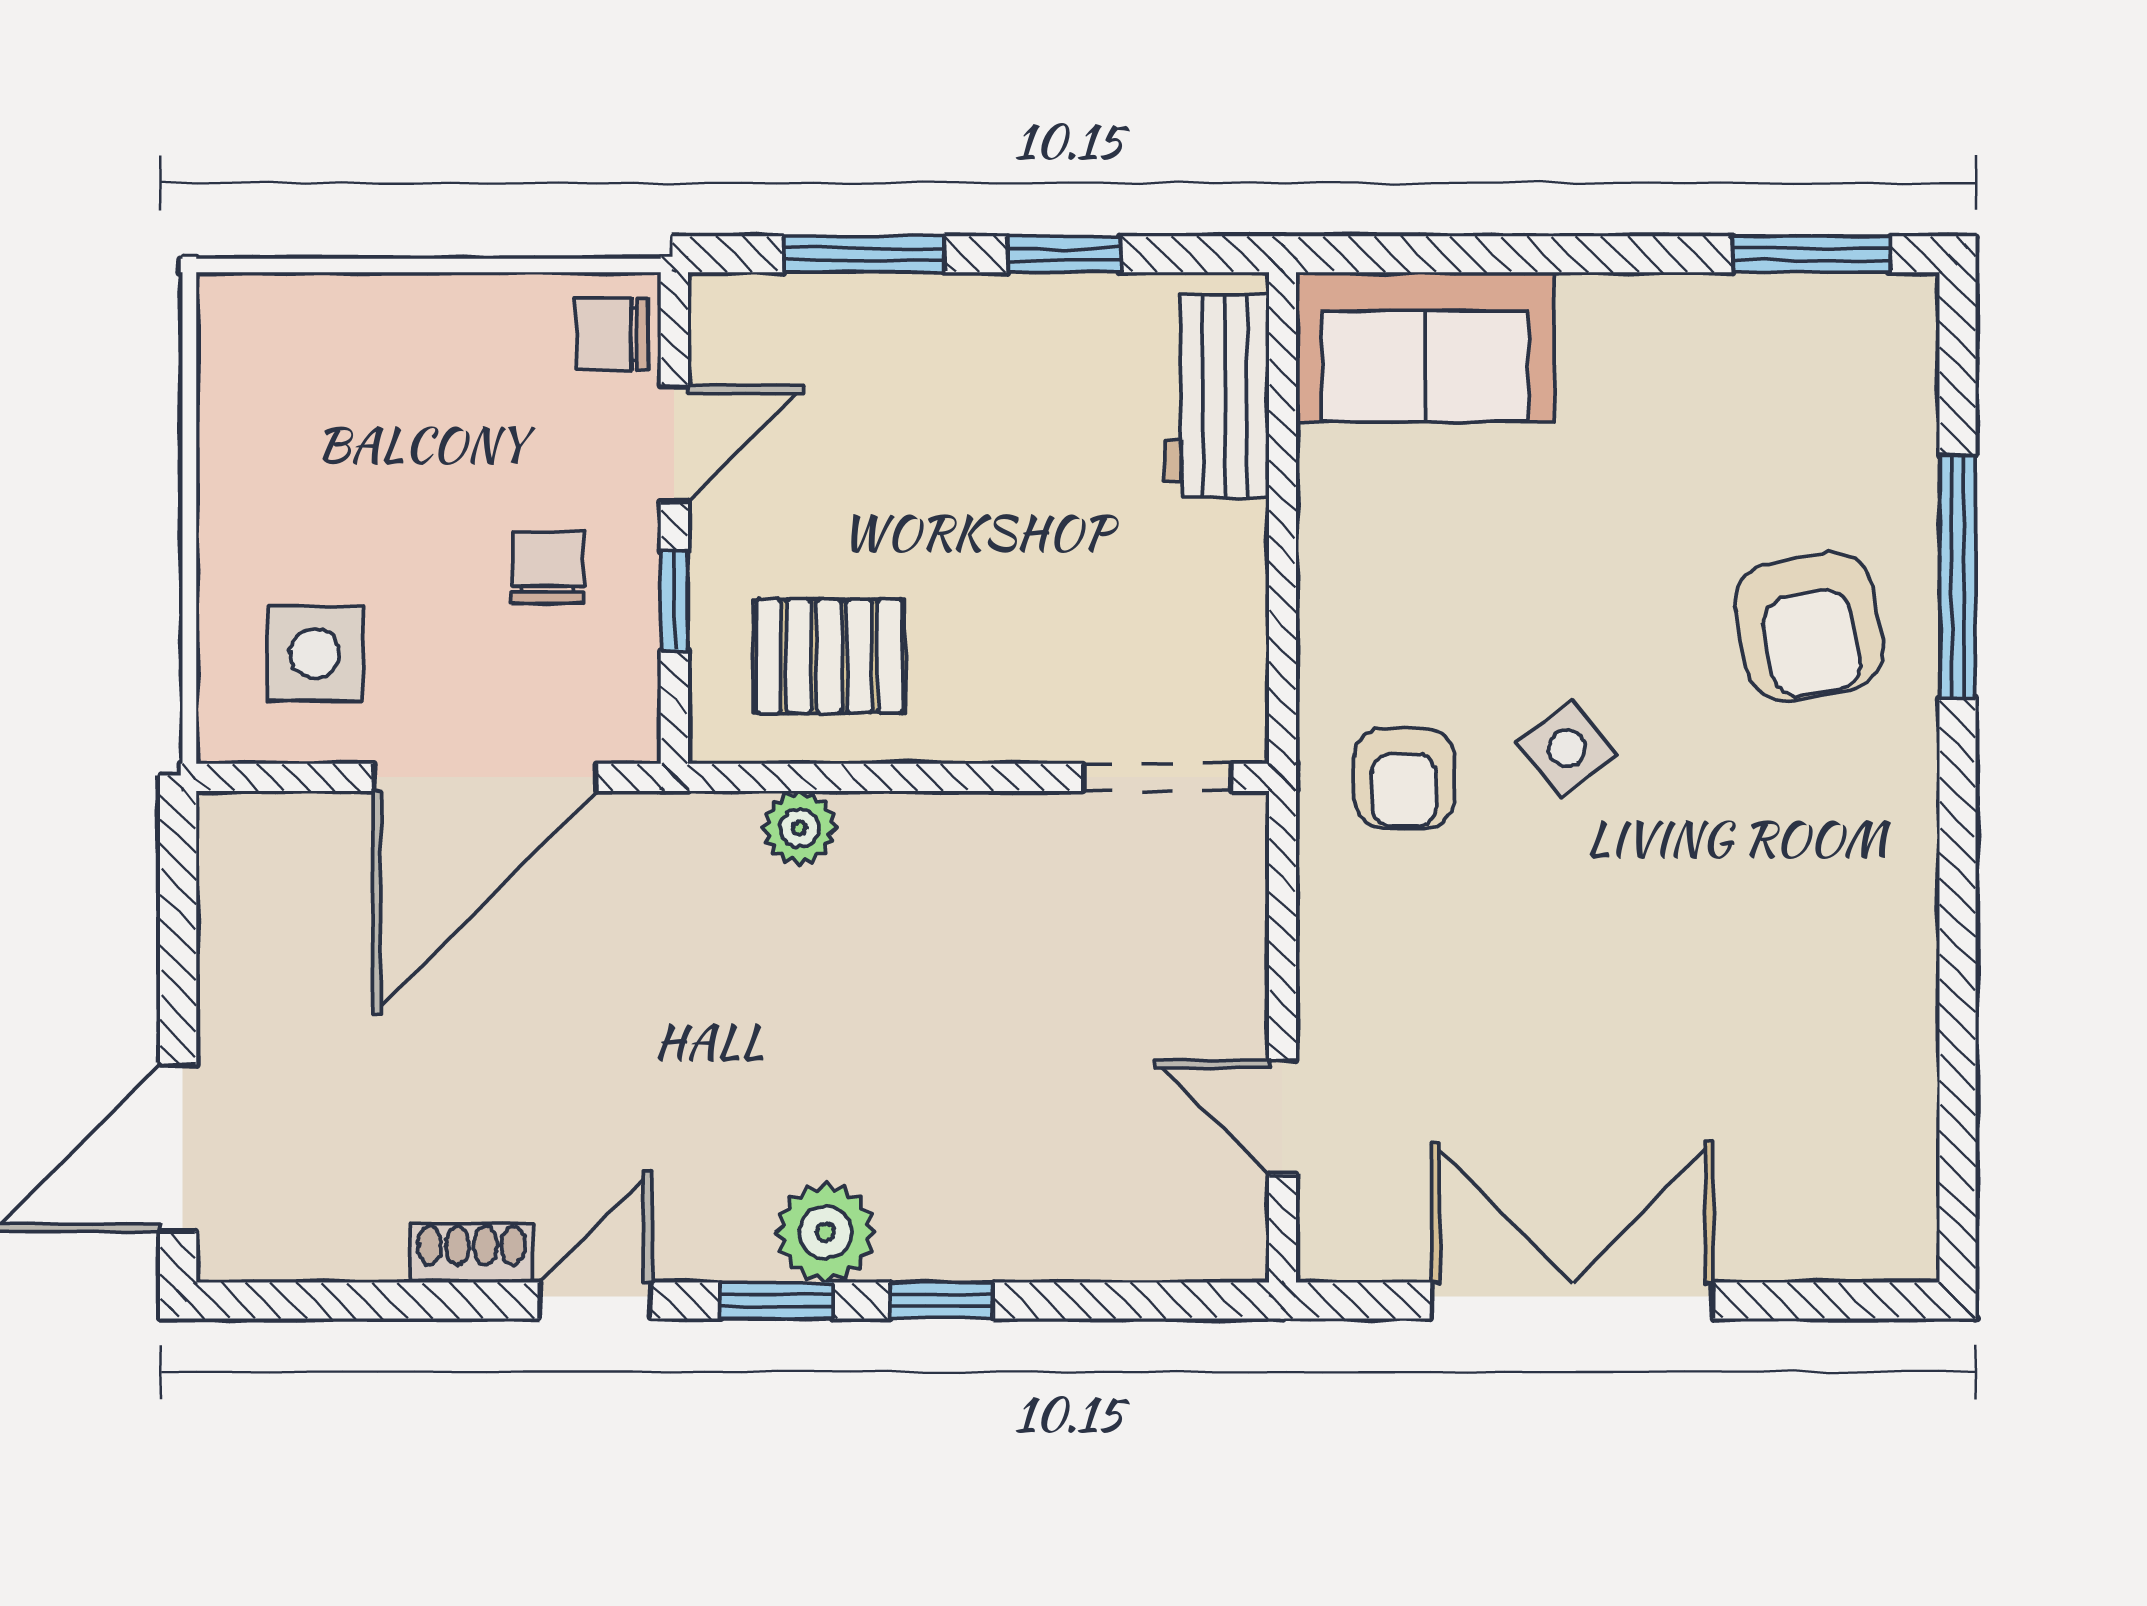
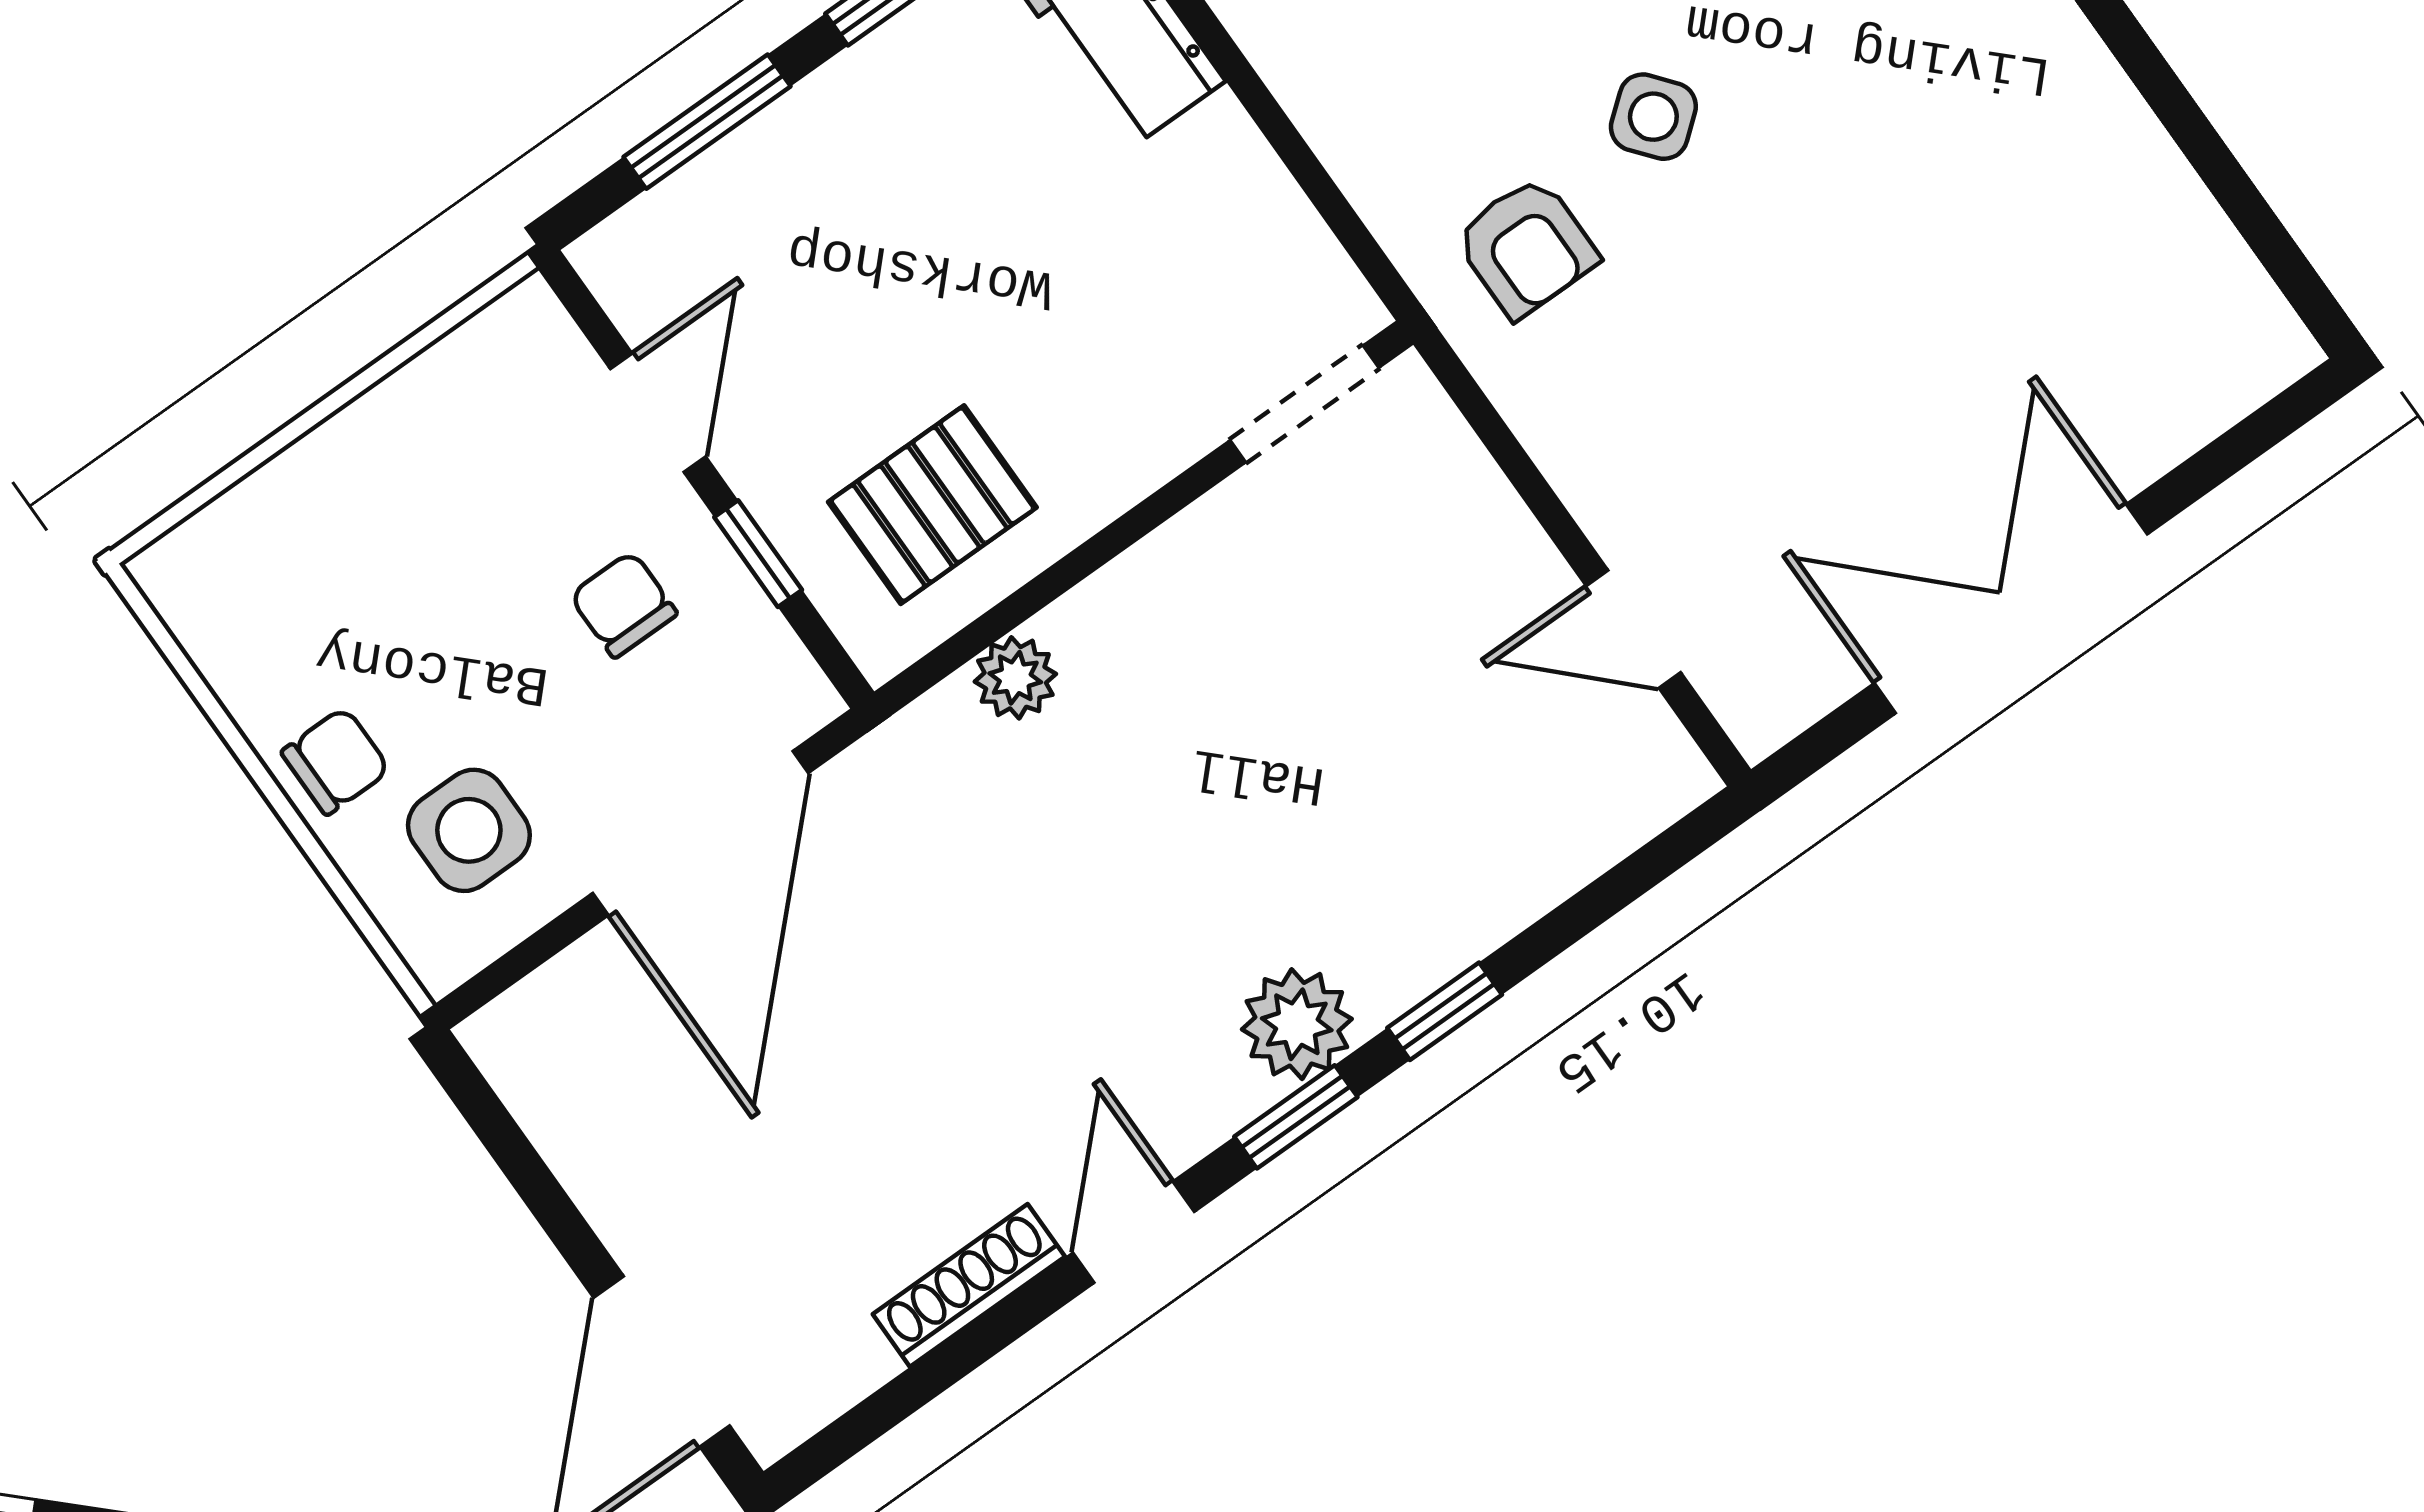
chair: (612, 334) -> (336, 761), moved, turned 180
shoe rack: (471, 1253) -> (969, 1285), width x1.43

